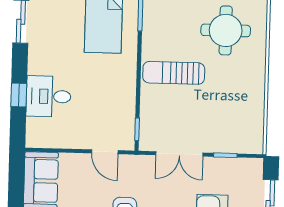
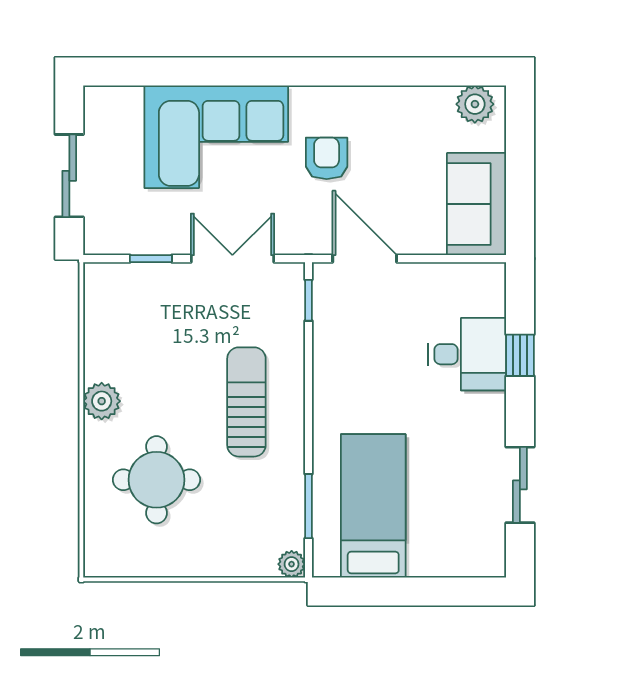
sun lounger: (174, 73) -> (246, 402), turned -90
plant: (255, 76) -> (102, 401), added
door: (105, 152) -> (365, 259), width x1.38

